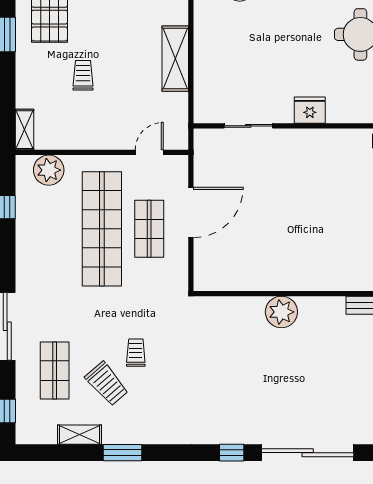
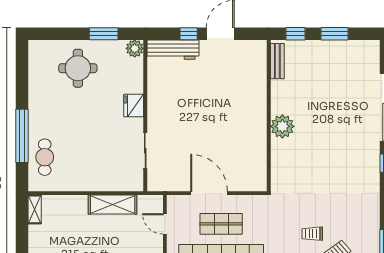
shelving: (175, 59) -> (113, 205), moved

